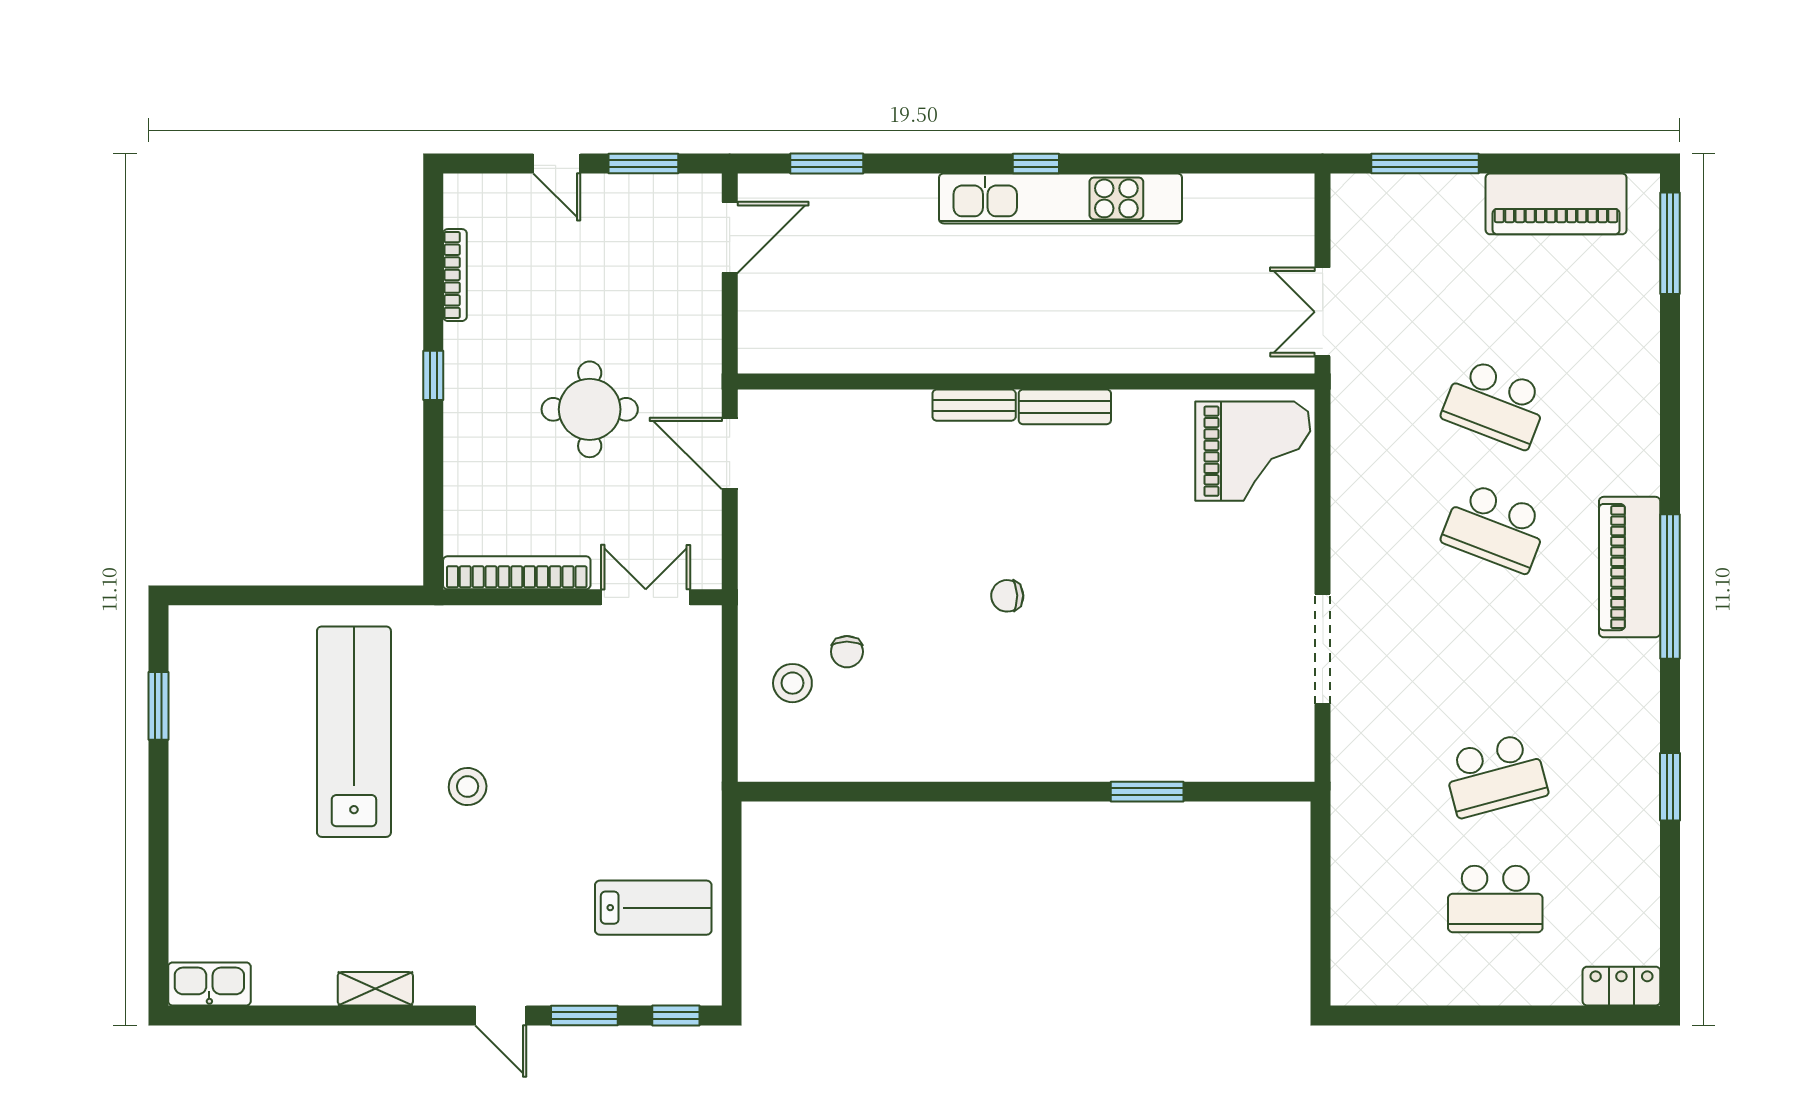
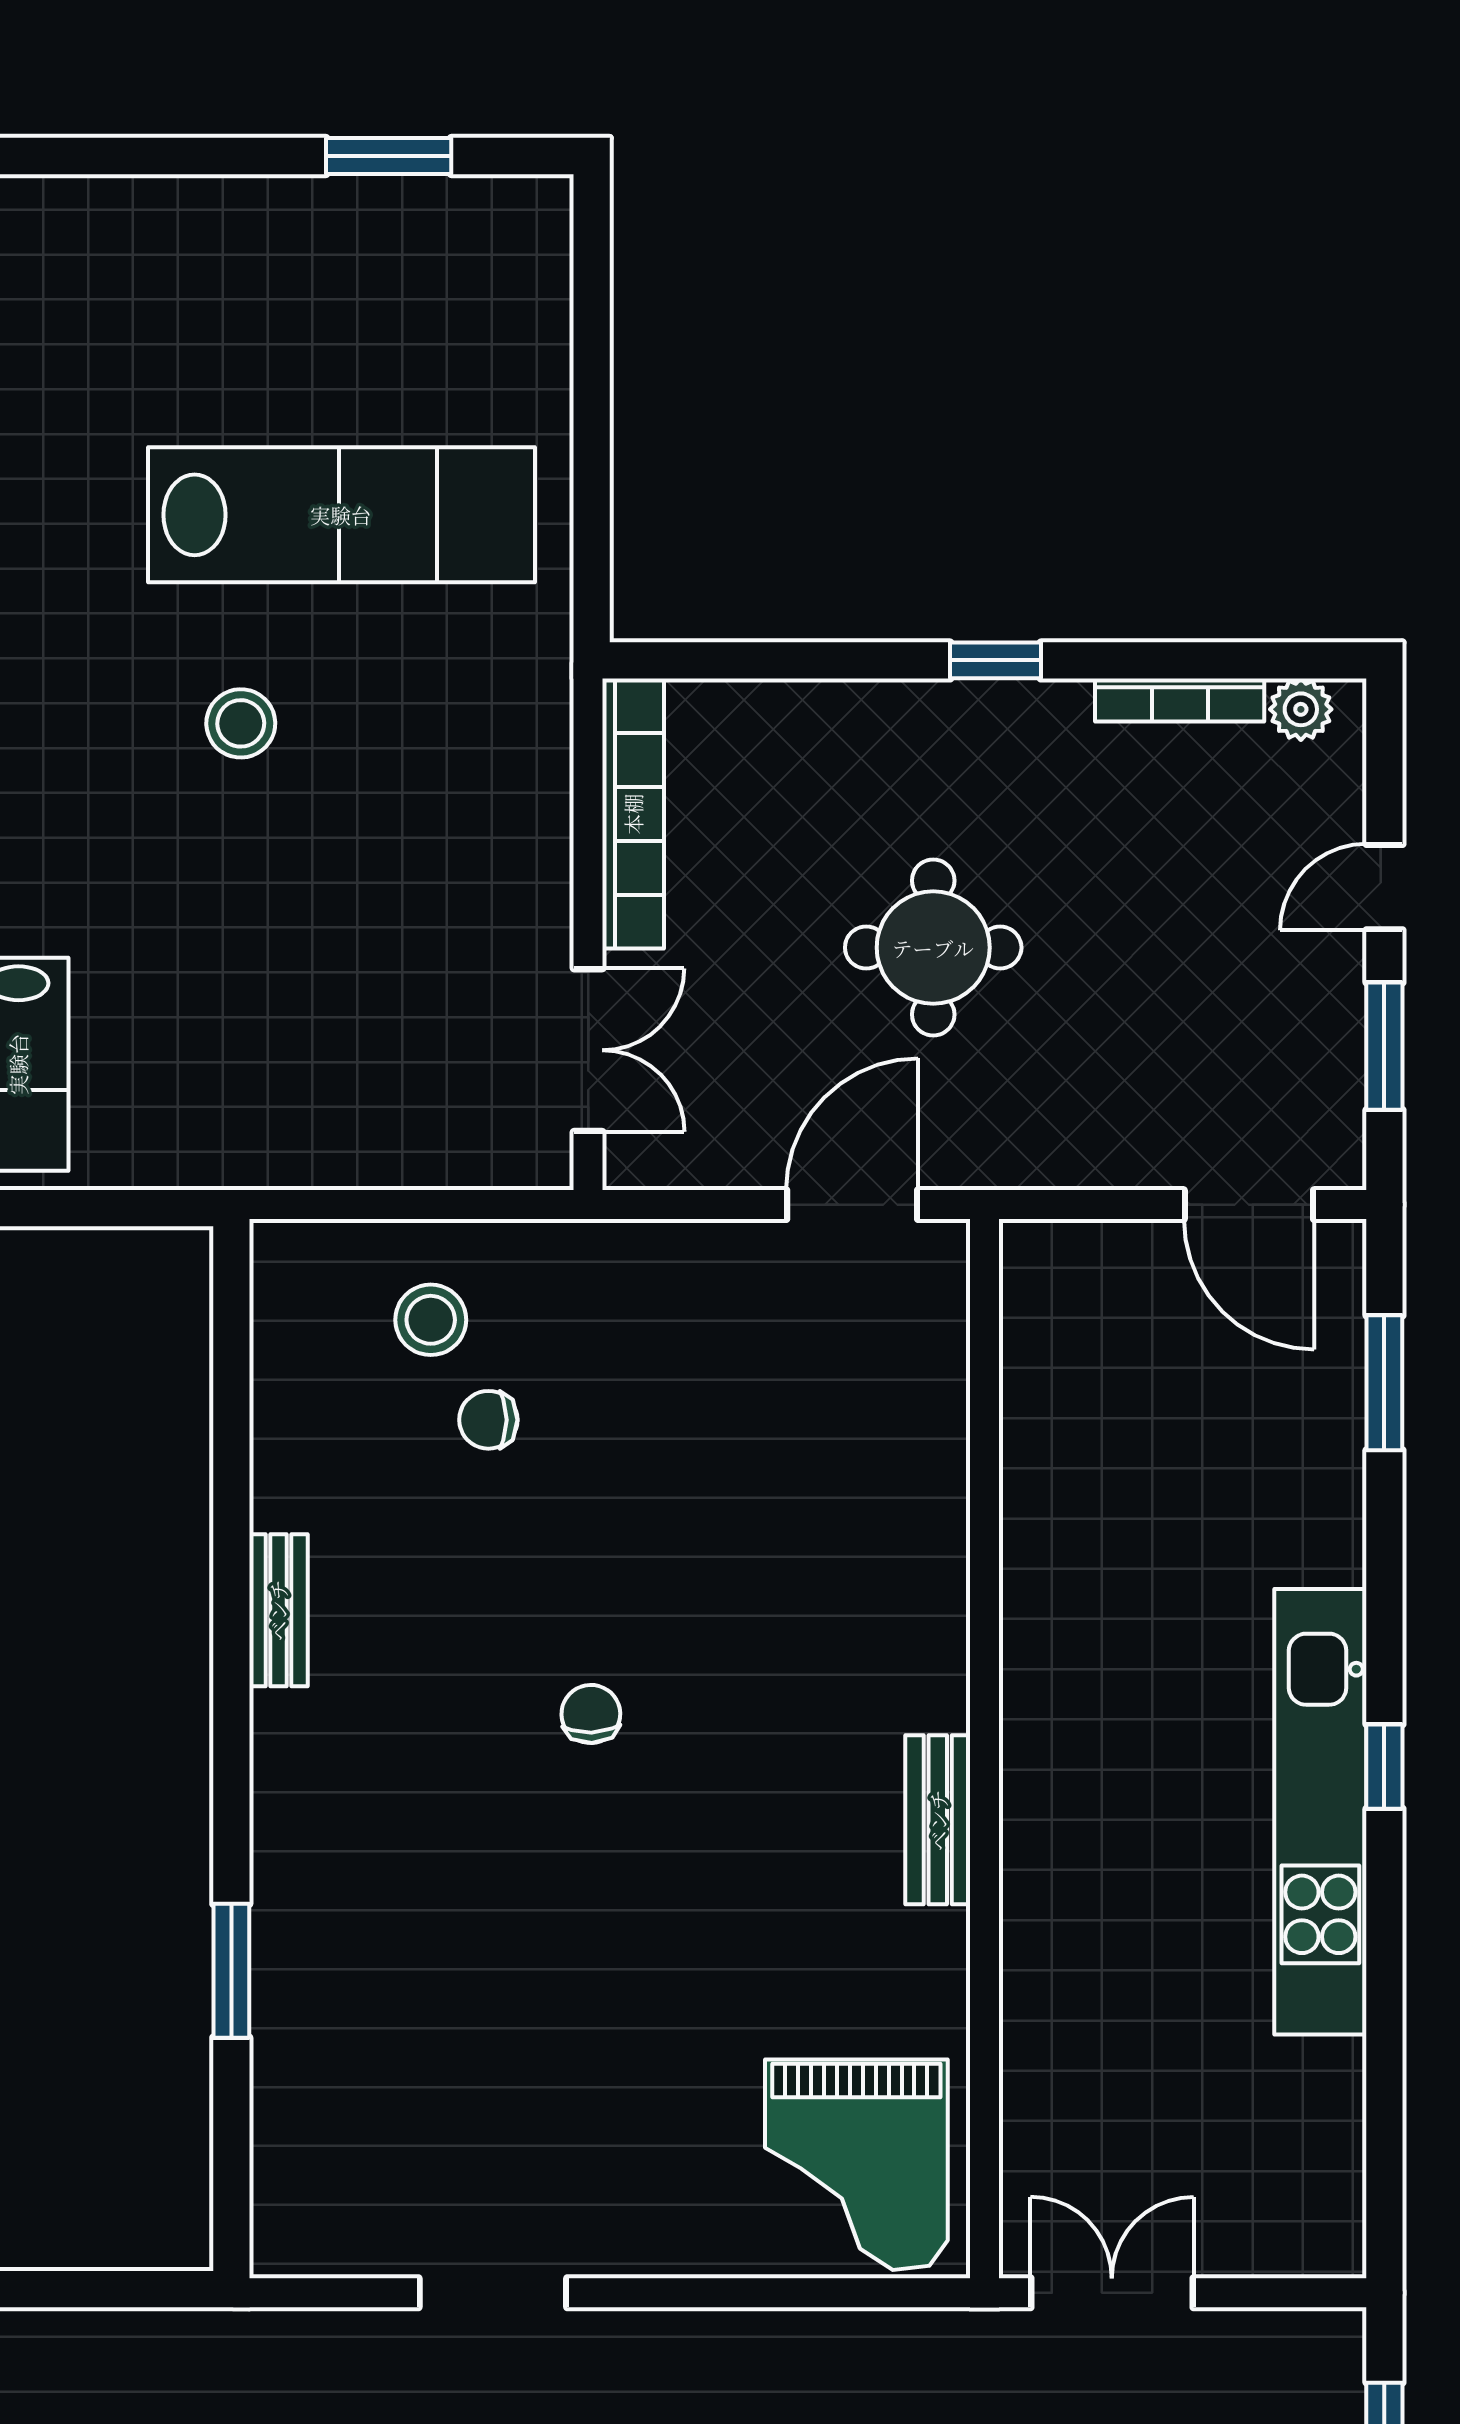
plant: (460, 209) -> (1301, 709), added
bench: (974, 405) -> (278, 1610), moved
doorway: (1323, 649) -> (493, 2293), width x0.73

